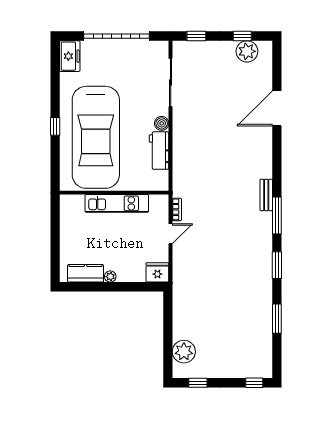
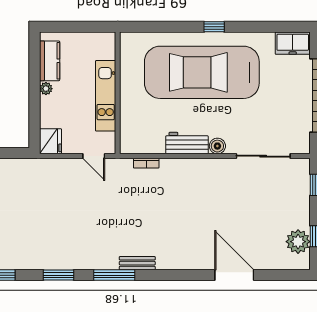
wall: (114, 193) -> (118, 93), moved
kitchen unit: (117, 203) -> (106, 96), moved
bookcase: (177, 209) -> (146, 163), moved

